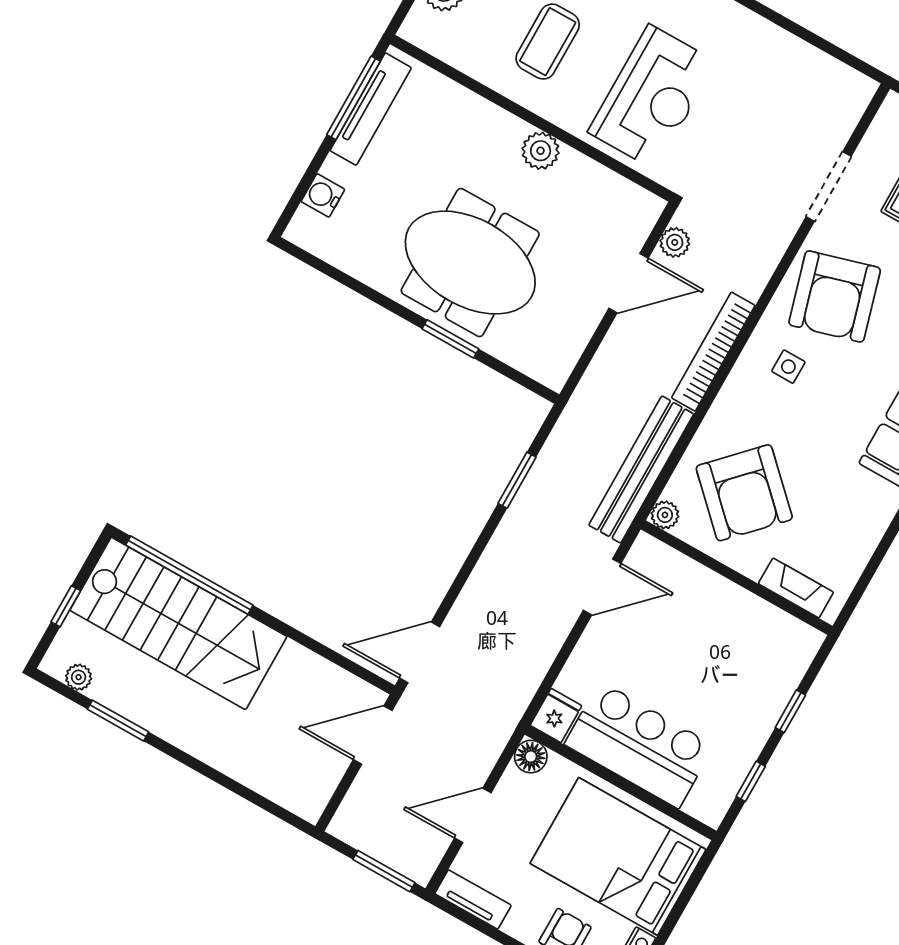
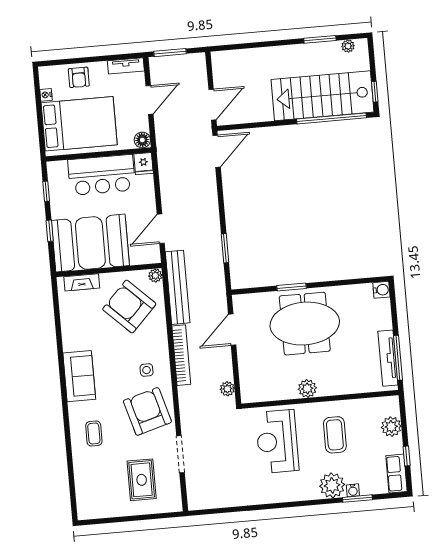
water cooler: (323, 195) -> (381, 290), moved
door: (628, 283) -> (232, 330), moved
window: (66, 606) -> (375, 92), moved
booth: (736, 644) -> (90, 243), added

